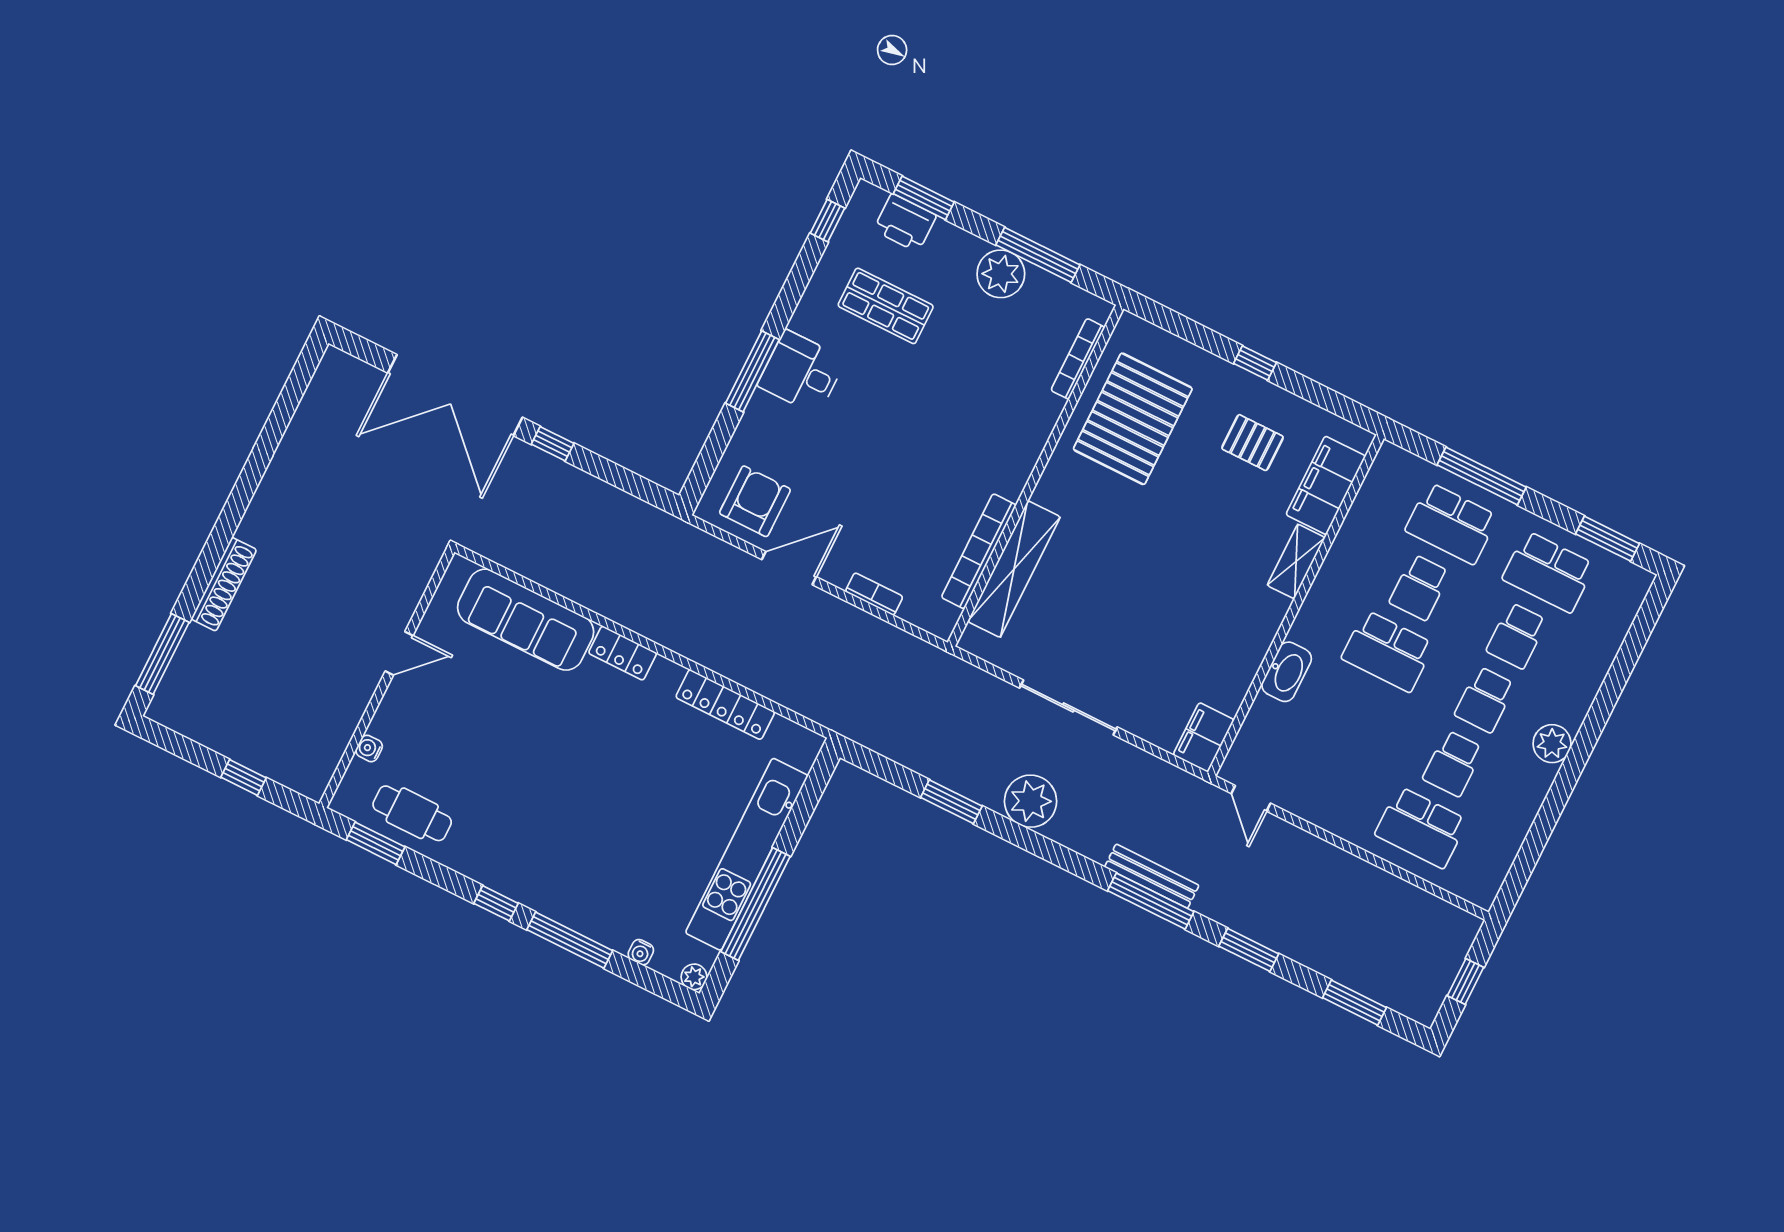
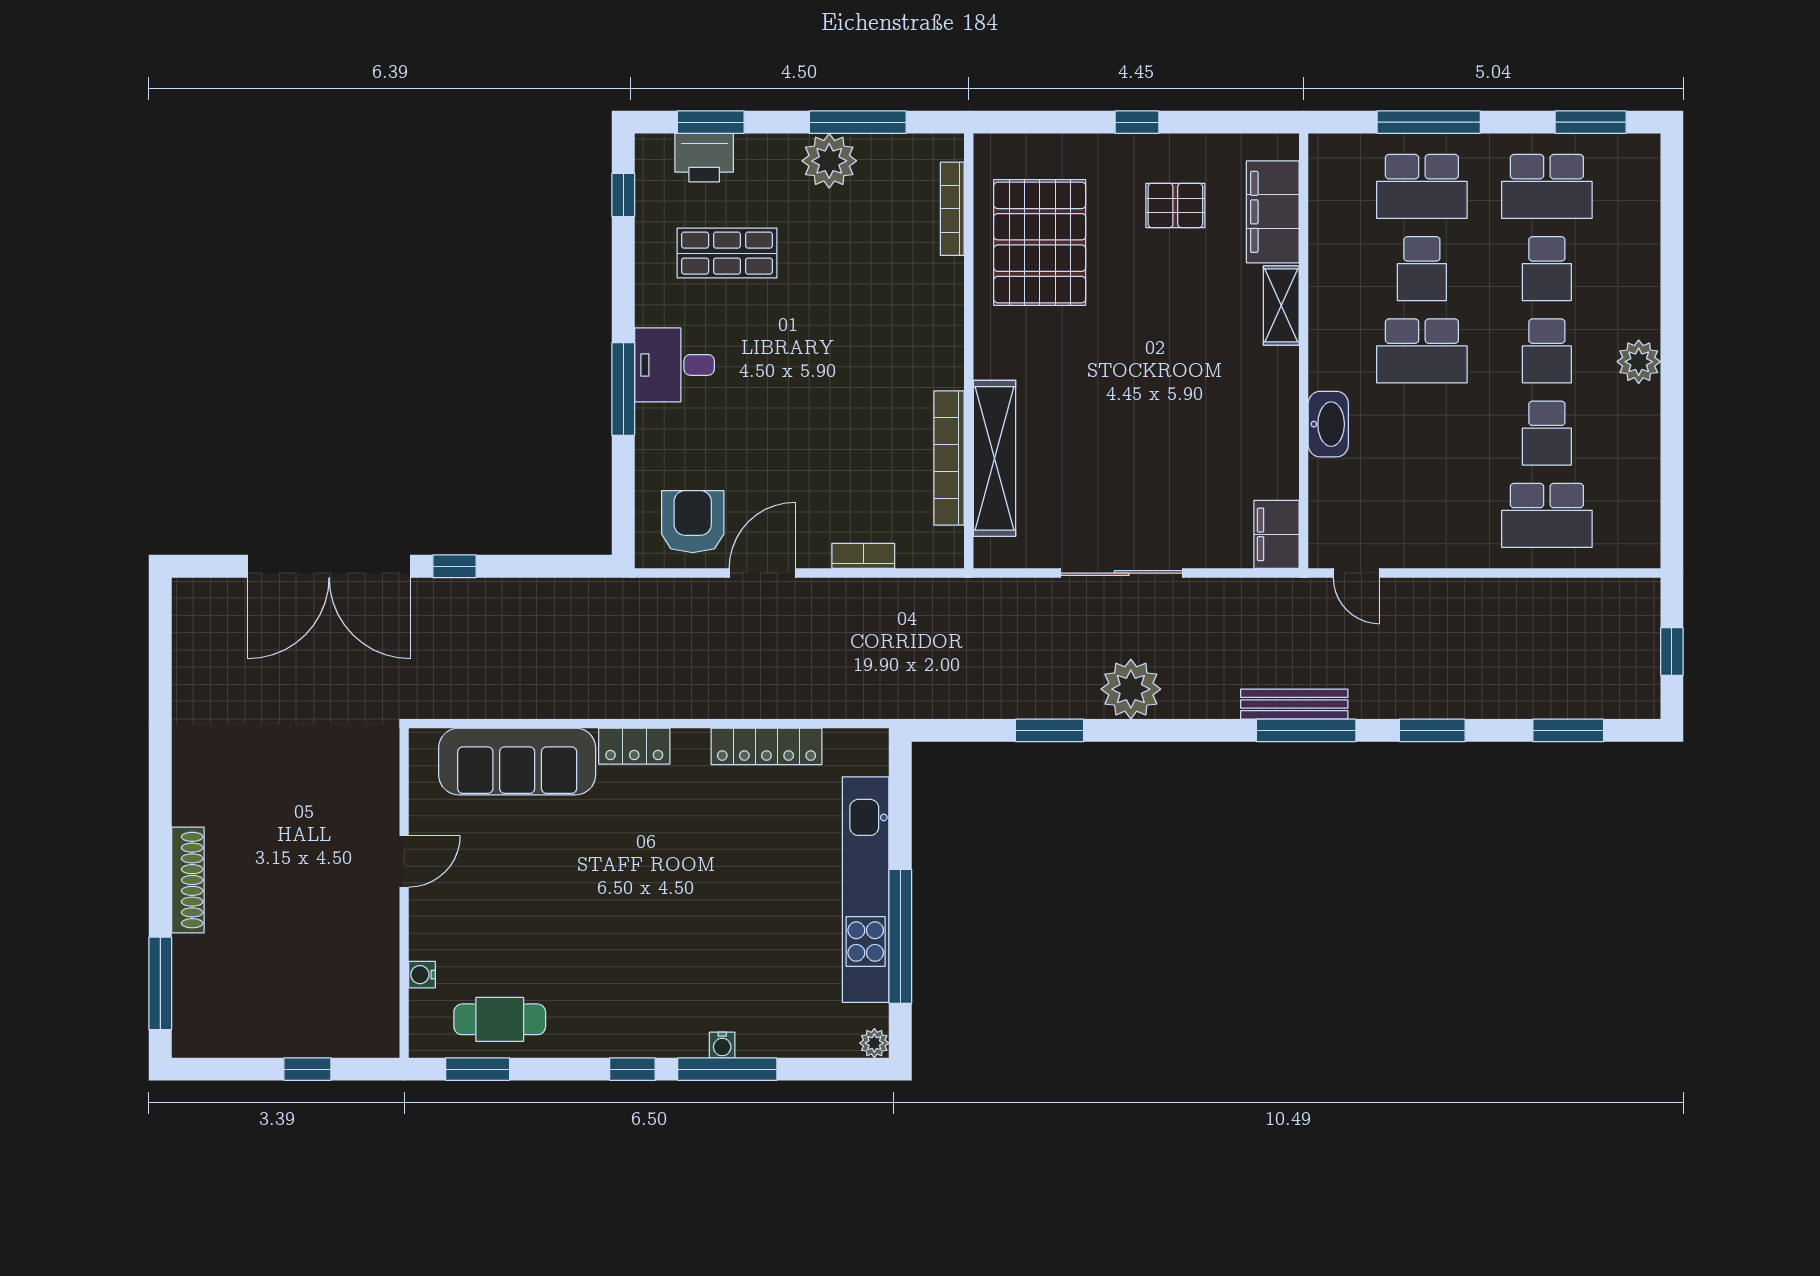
water cooler: (641, 952) -> (722, 1045), moved

